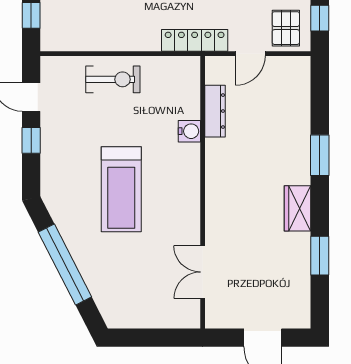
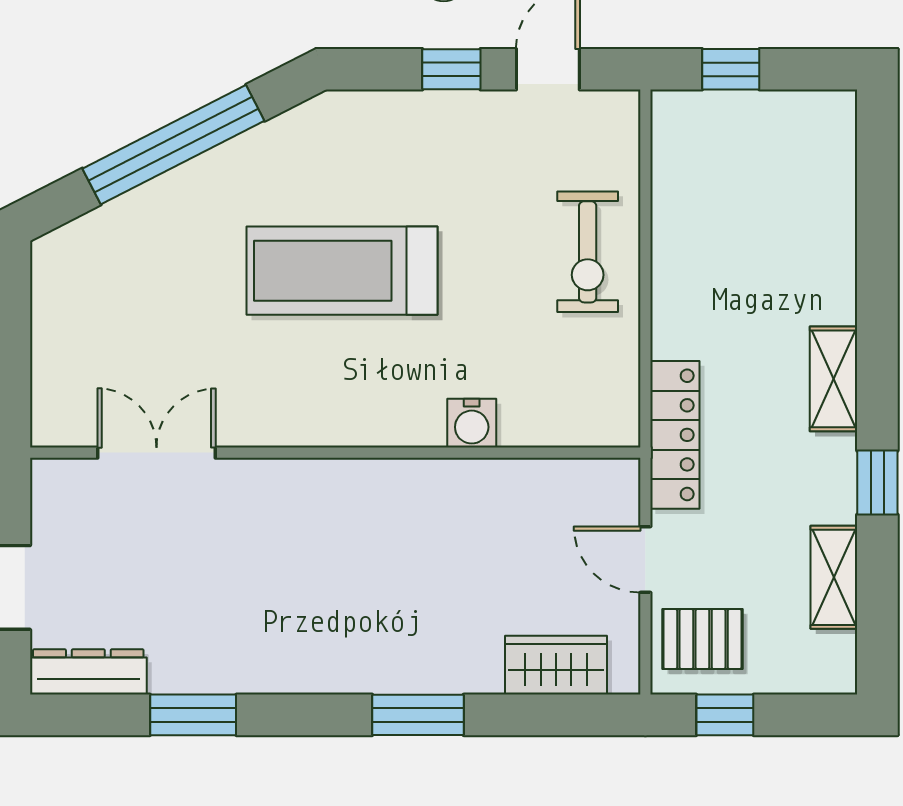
dresser: (215, 111) -> (88, 672), moved, turned 180
wardrobe: (298, 208) -> (556, 665), moved

